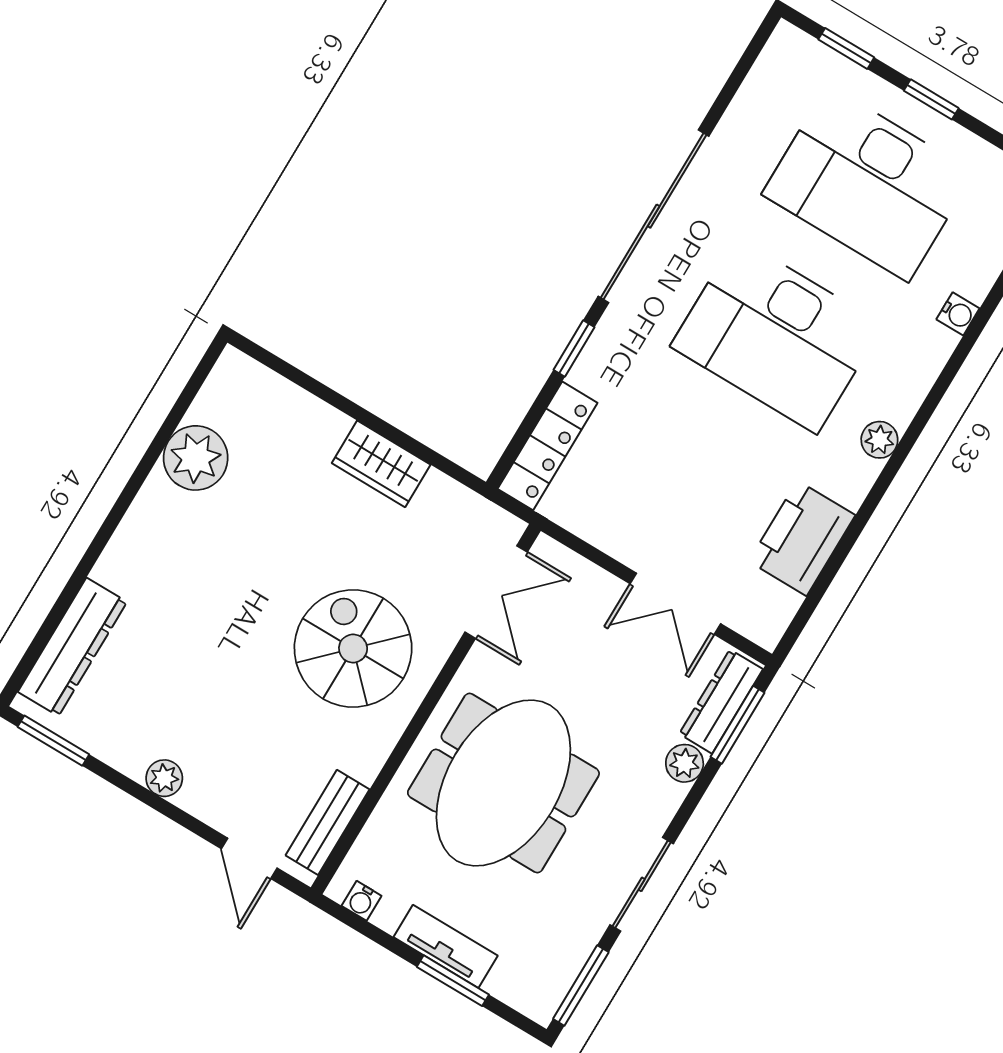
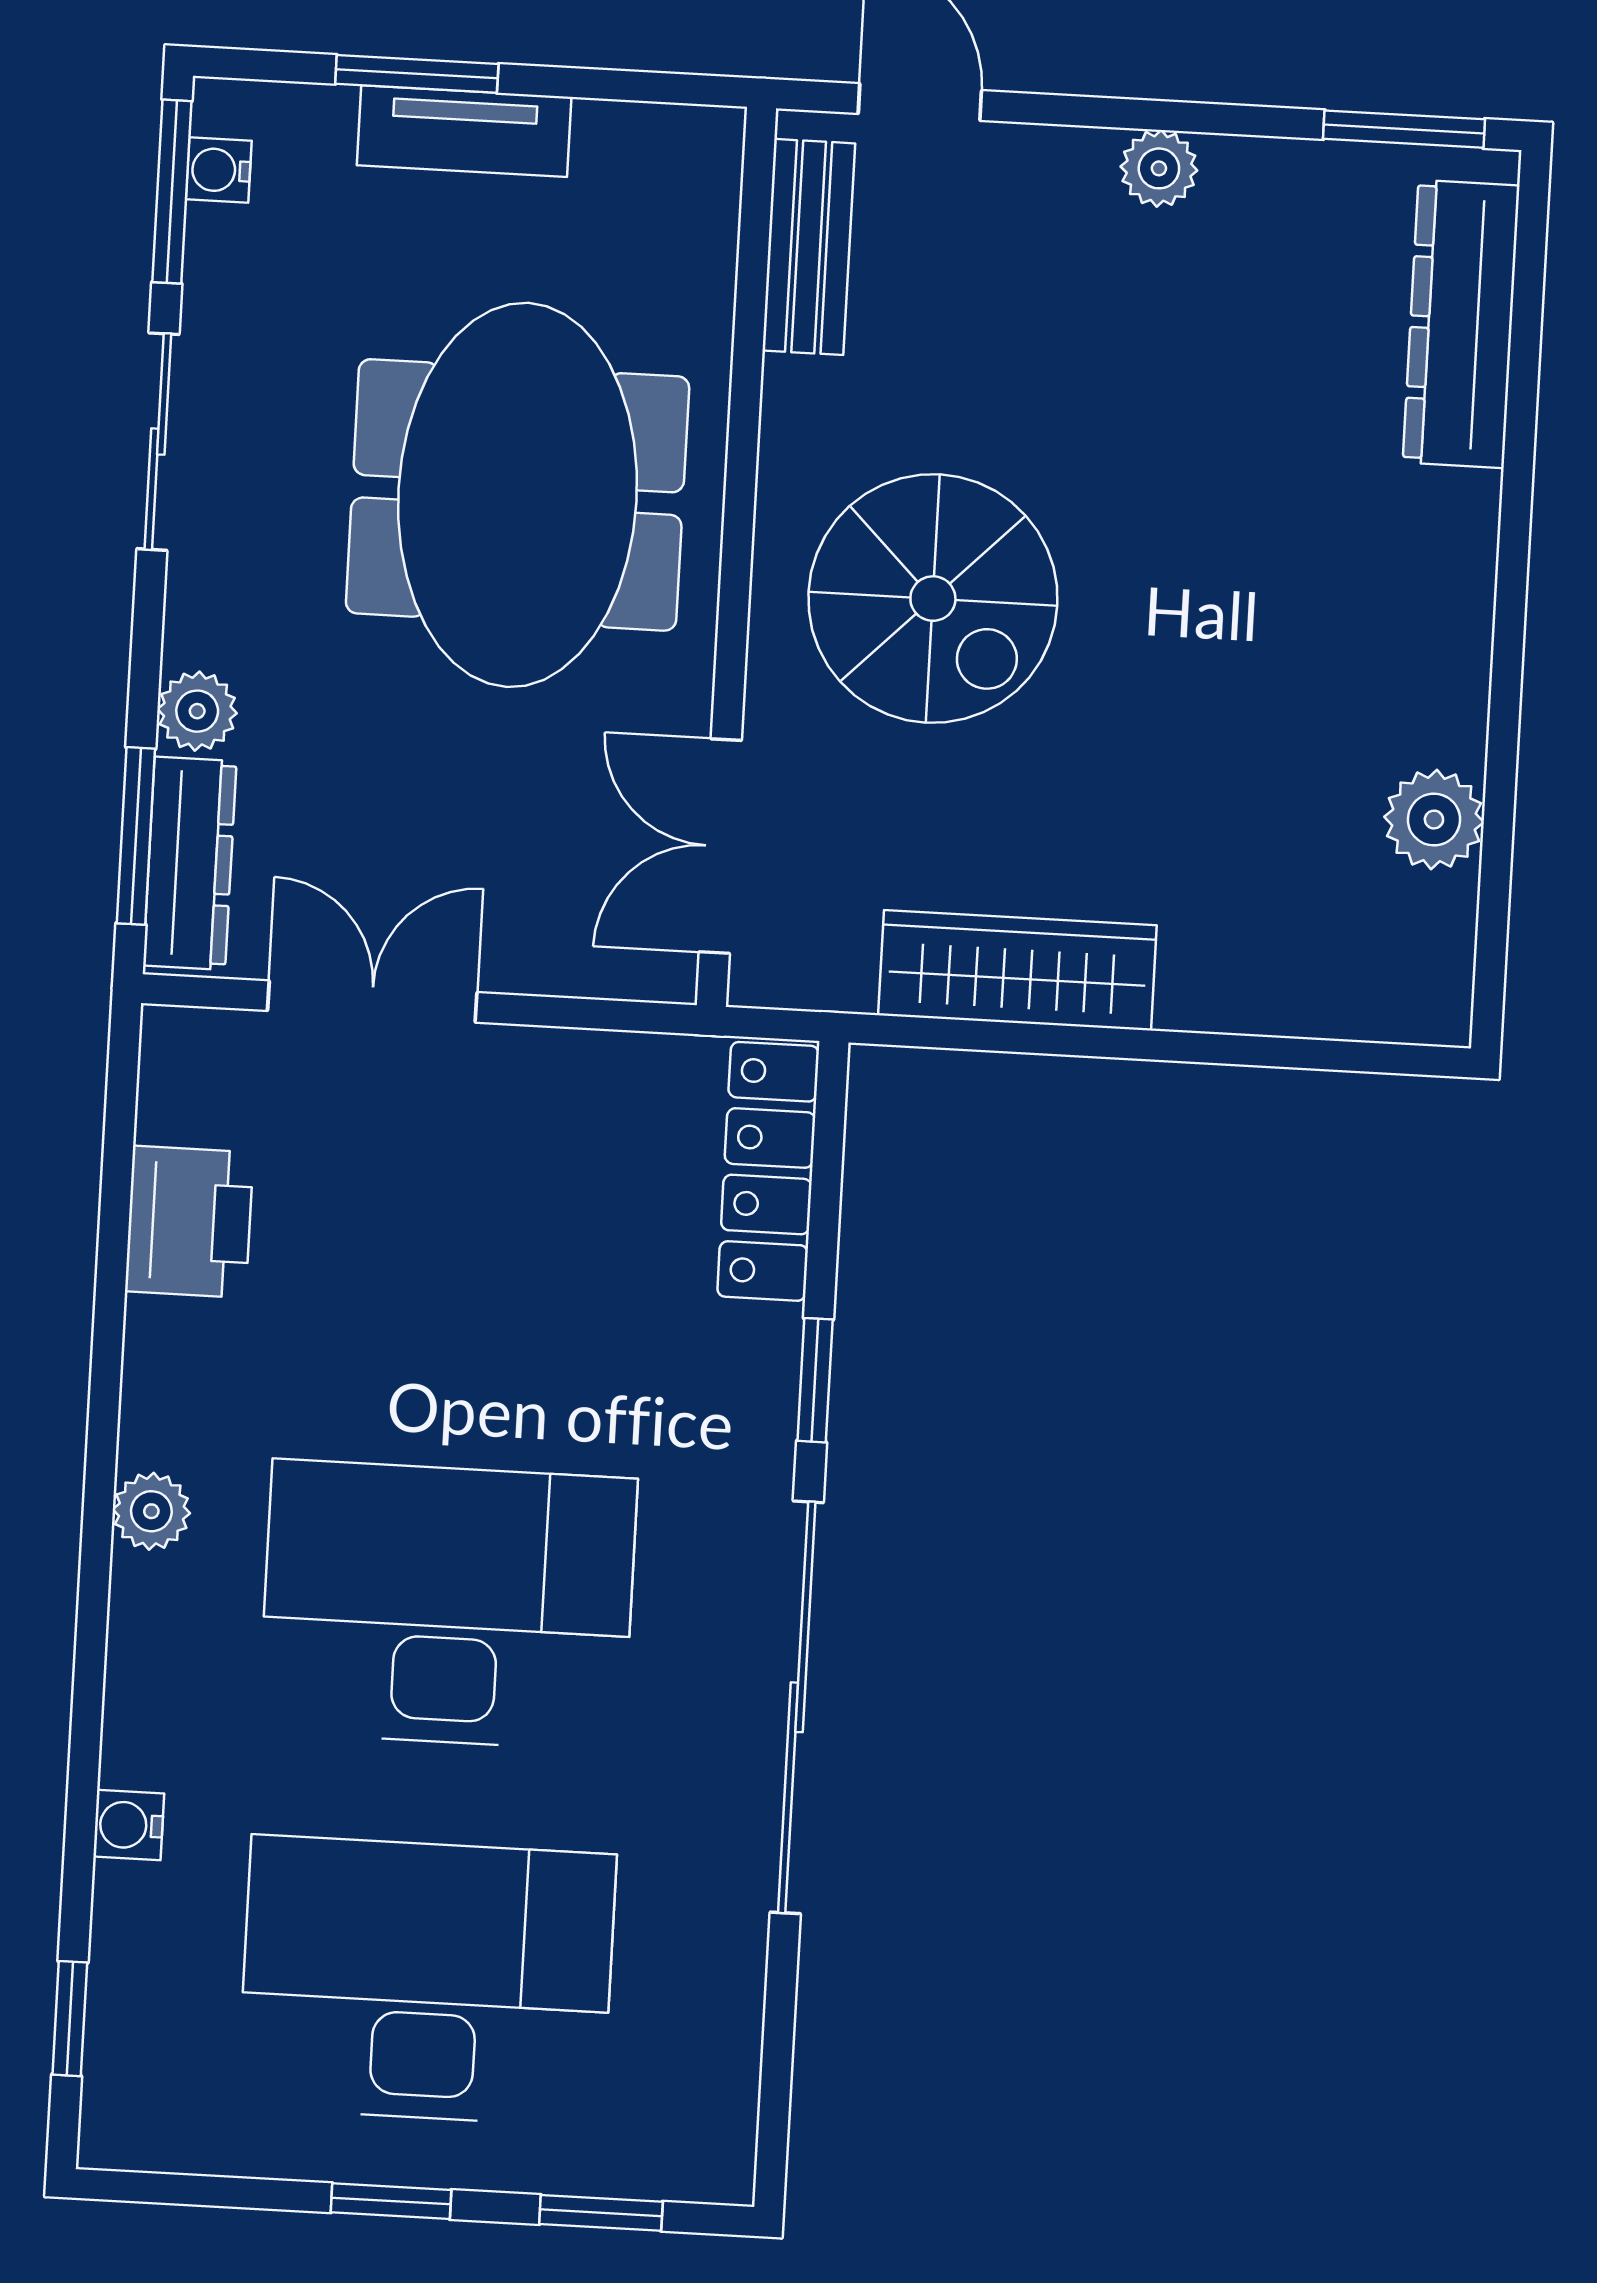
plant: (196, 458) -> (1434, 820), width x0.73, depth x0.73
wardrobe: (381, 464) -> (1017, 970), width x1.50
printer: (802, 538) -> (189, 1222), width x0.73, depth x0.84
water cooler: (362, 901) -> (219, 170), moved, turned -90

